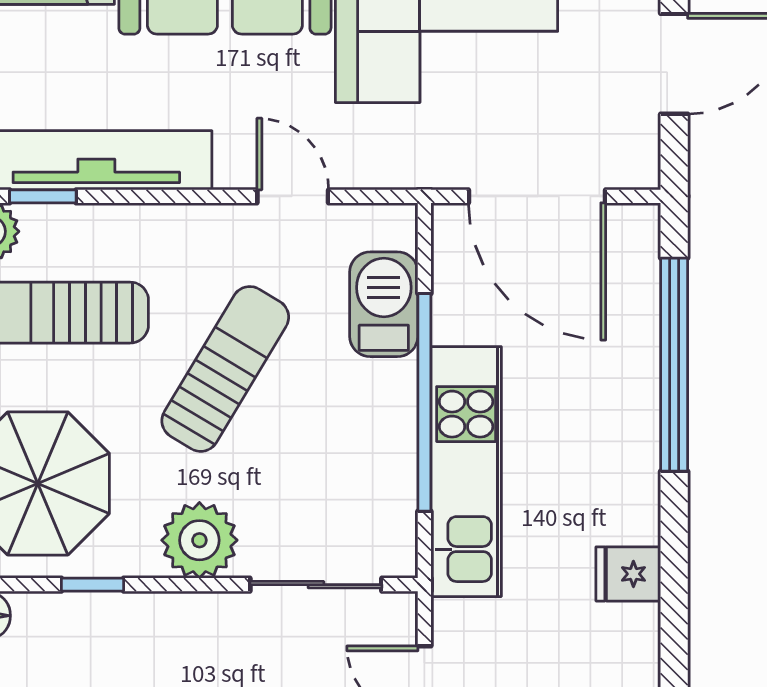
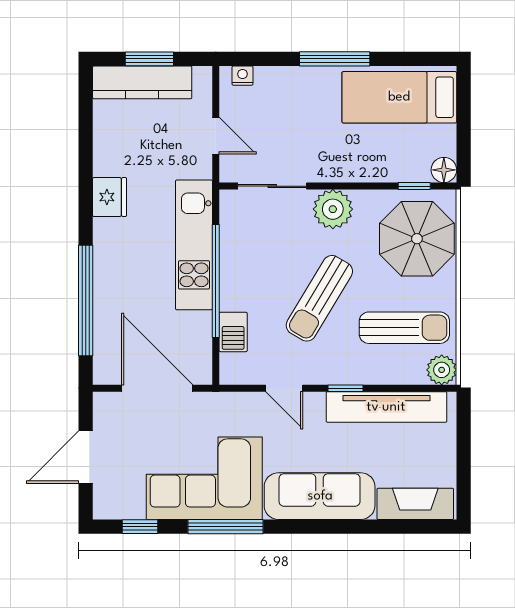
window: (43, 196) -> (346, 388), moved
barbecue: (384, 304) -> (233, 332), width x0.73, depth x0.79
fridge: (628, 574) -> (110, 197), width x1.38
window: (93, 585) -> (414, 186), moved

